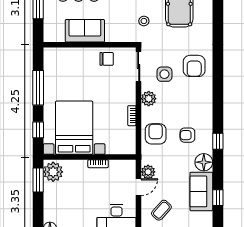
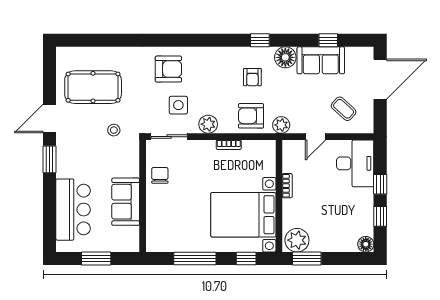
plant: (148, 172) -> (281, 125), moved
door: (139, 187) -> (316, 137), swing flipped

